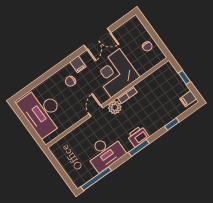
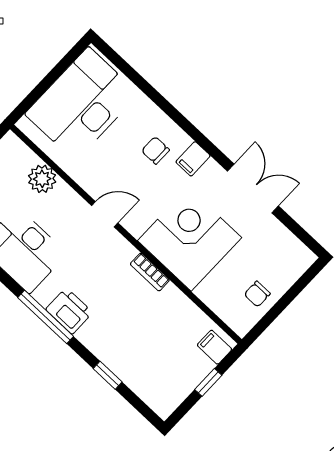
double door: (97, 39) -> (253, 188), swing flipped
filing cabinet: (188, 99) -> (215, 347), moved
plant: (115, 107) -> (42, 179), moved
window: (139, 148) -> (46, 317), width x1.44

